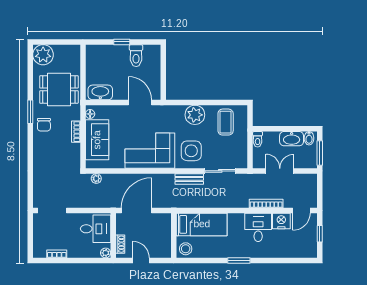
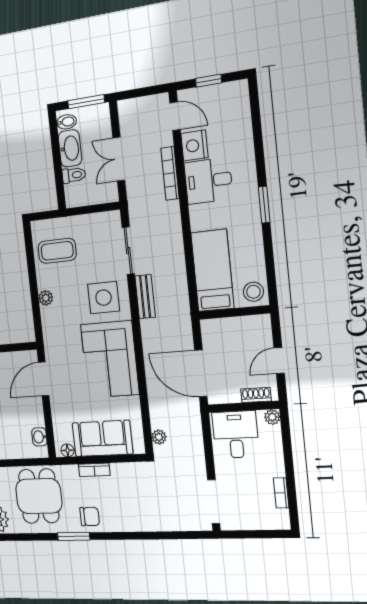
washbasin: (100, 92) -> (39, 437), width x0.52, depth x0.69
plant: (195, 115) -> (46, 298), width x0.53, depth x0.53
toilet: (258, 139) -> (74, 175), moved

